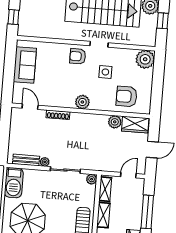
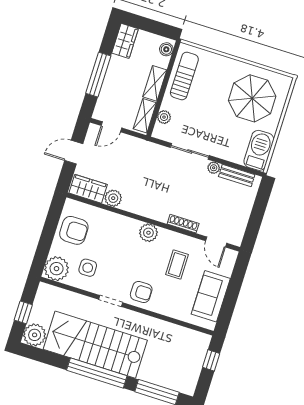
side table: (105, 72) -> (88, 268), moved
coffee table: (56, 83) -> (177, 265), added
armchair: (127, 96) -> (74, 230), moved
plant: (92, 179) -> (164, 117), moved

